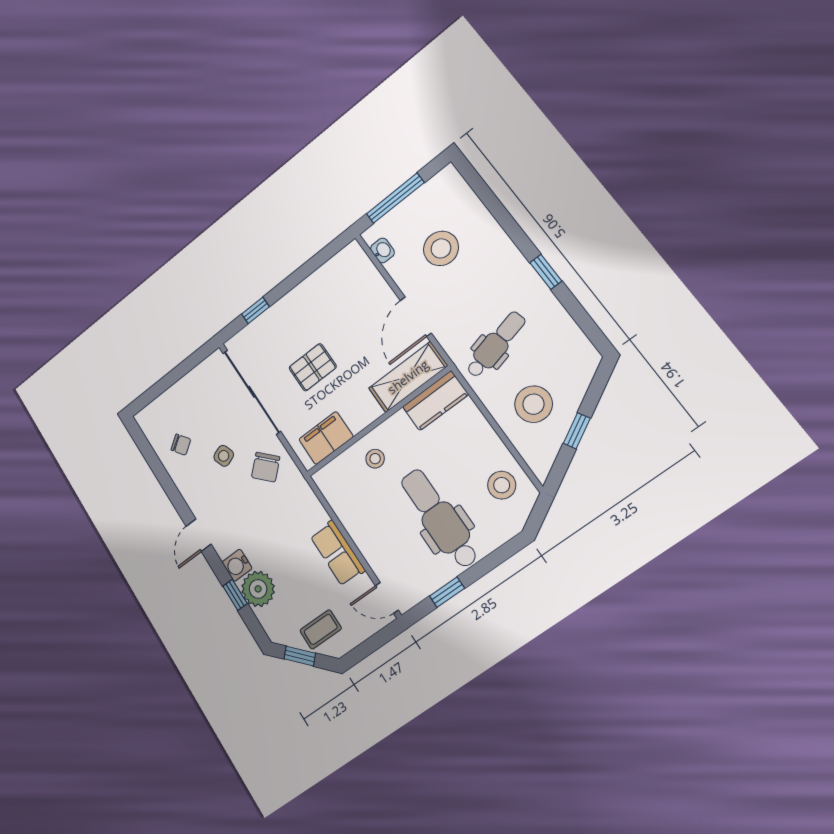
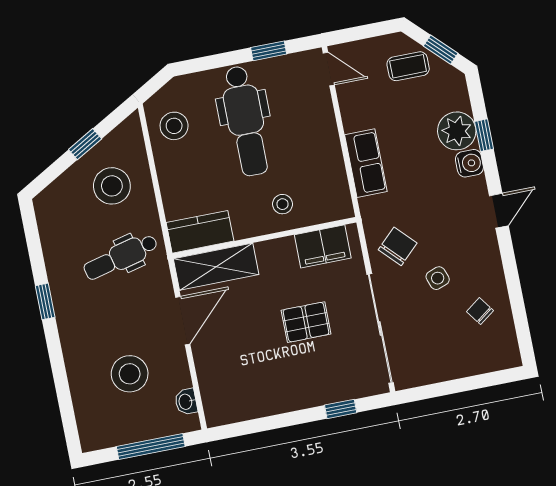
row of seats: (337, 553) -> (366, 163), moved

